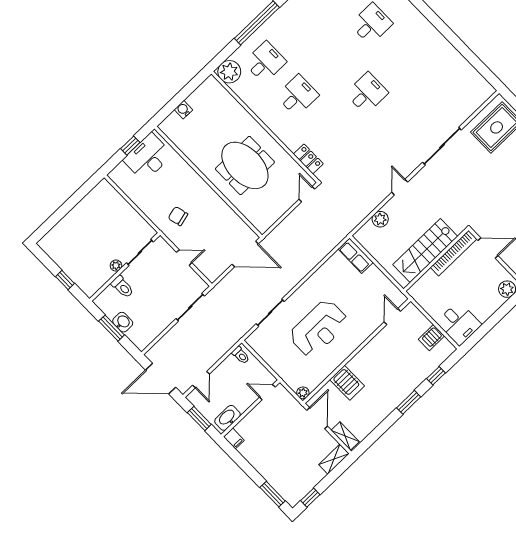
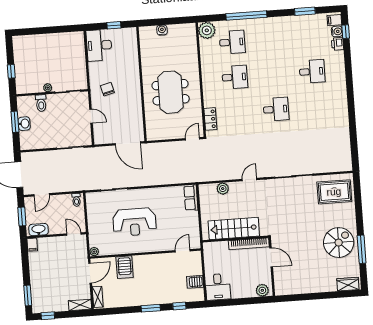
desk: (148, 157) -> (99, 45), moved, turned -90

